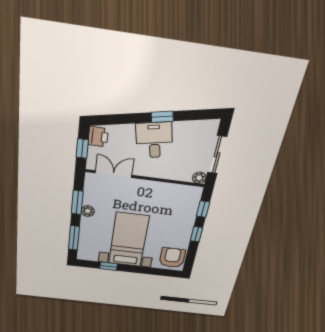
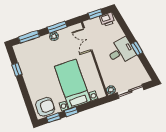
double door: (113, 174) -> (88, 39), swing flipped
window: (203, 209) -> (53, 118), moved
bed with nightstands: (129, 240) -> (73, 84), moved, turned -90

